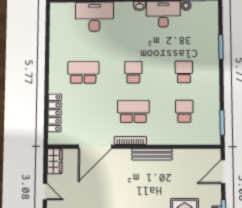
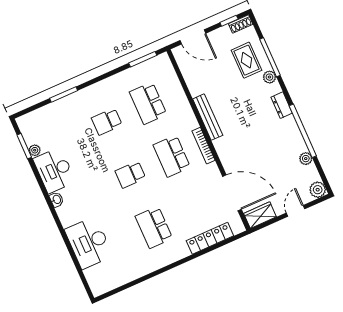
school desk: (184, 111) -> (148, 103), width x1.85
door: (95, 147) -> (232, 193), moved

